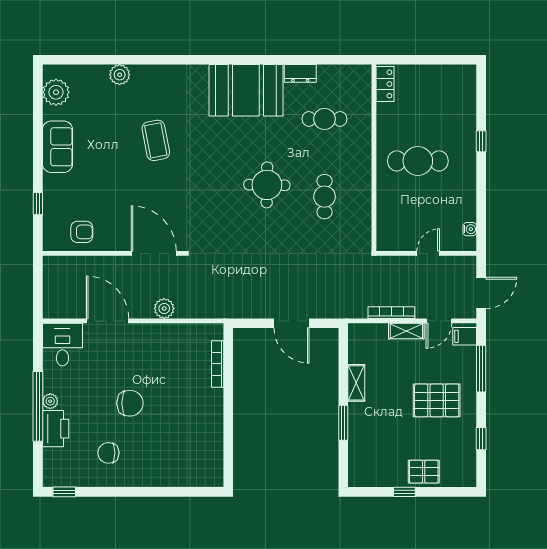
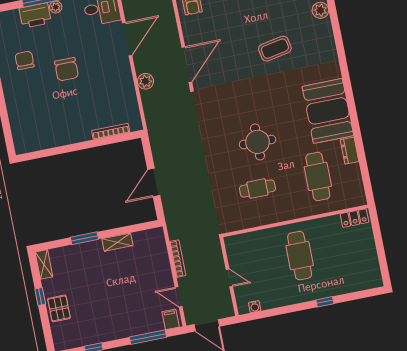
cafe table: (325, 119) -> (318, 176), width x1.37, depth x1.35
shelving: (406, 331) -> (44, 264), moved
pallet: (437, 400) -> (116, 307), removed

